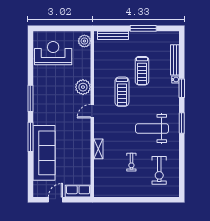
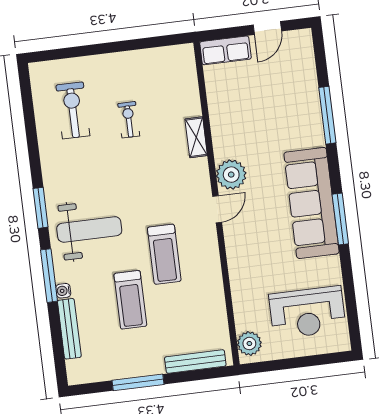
treadmill: (142, 71) -> (130, 300), turned 180
plant: (83, 87) -> (231, 175), moved
window: (182, 88) -> (49, 276), width x1.44
treadmill: (122, 92) -> (164, 254), turned 180
weight bench: (152, 129) -> (89, 229), moved
window: (30, 137) -> (327, 115), moved
sofa: (44, 153) -> (312, 203), moved

